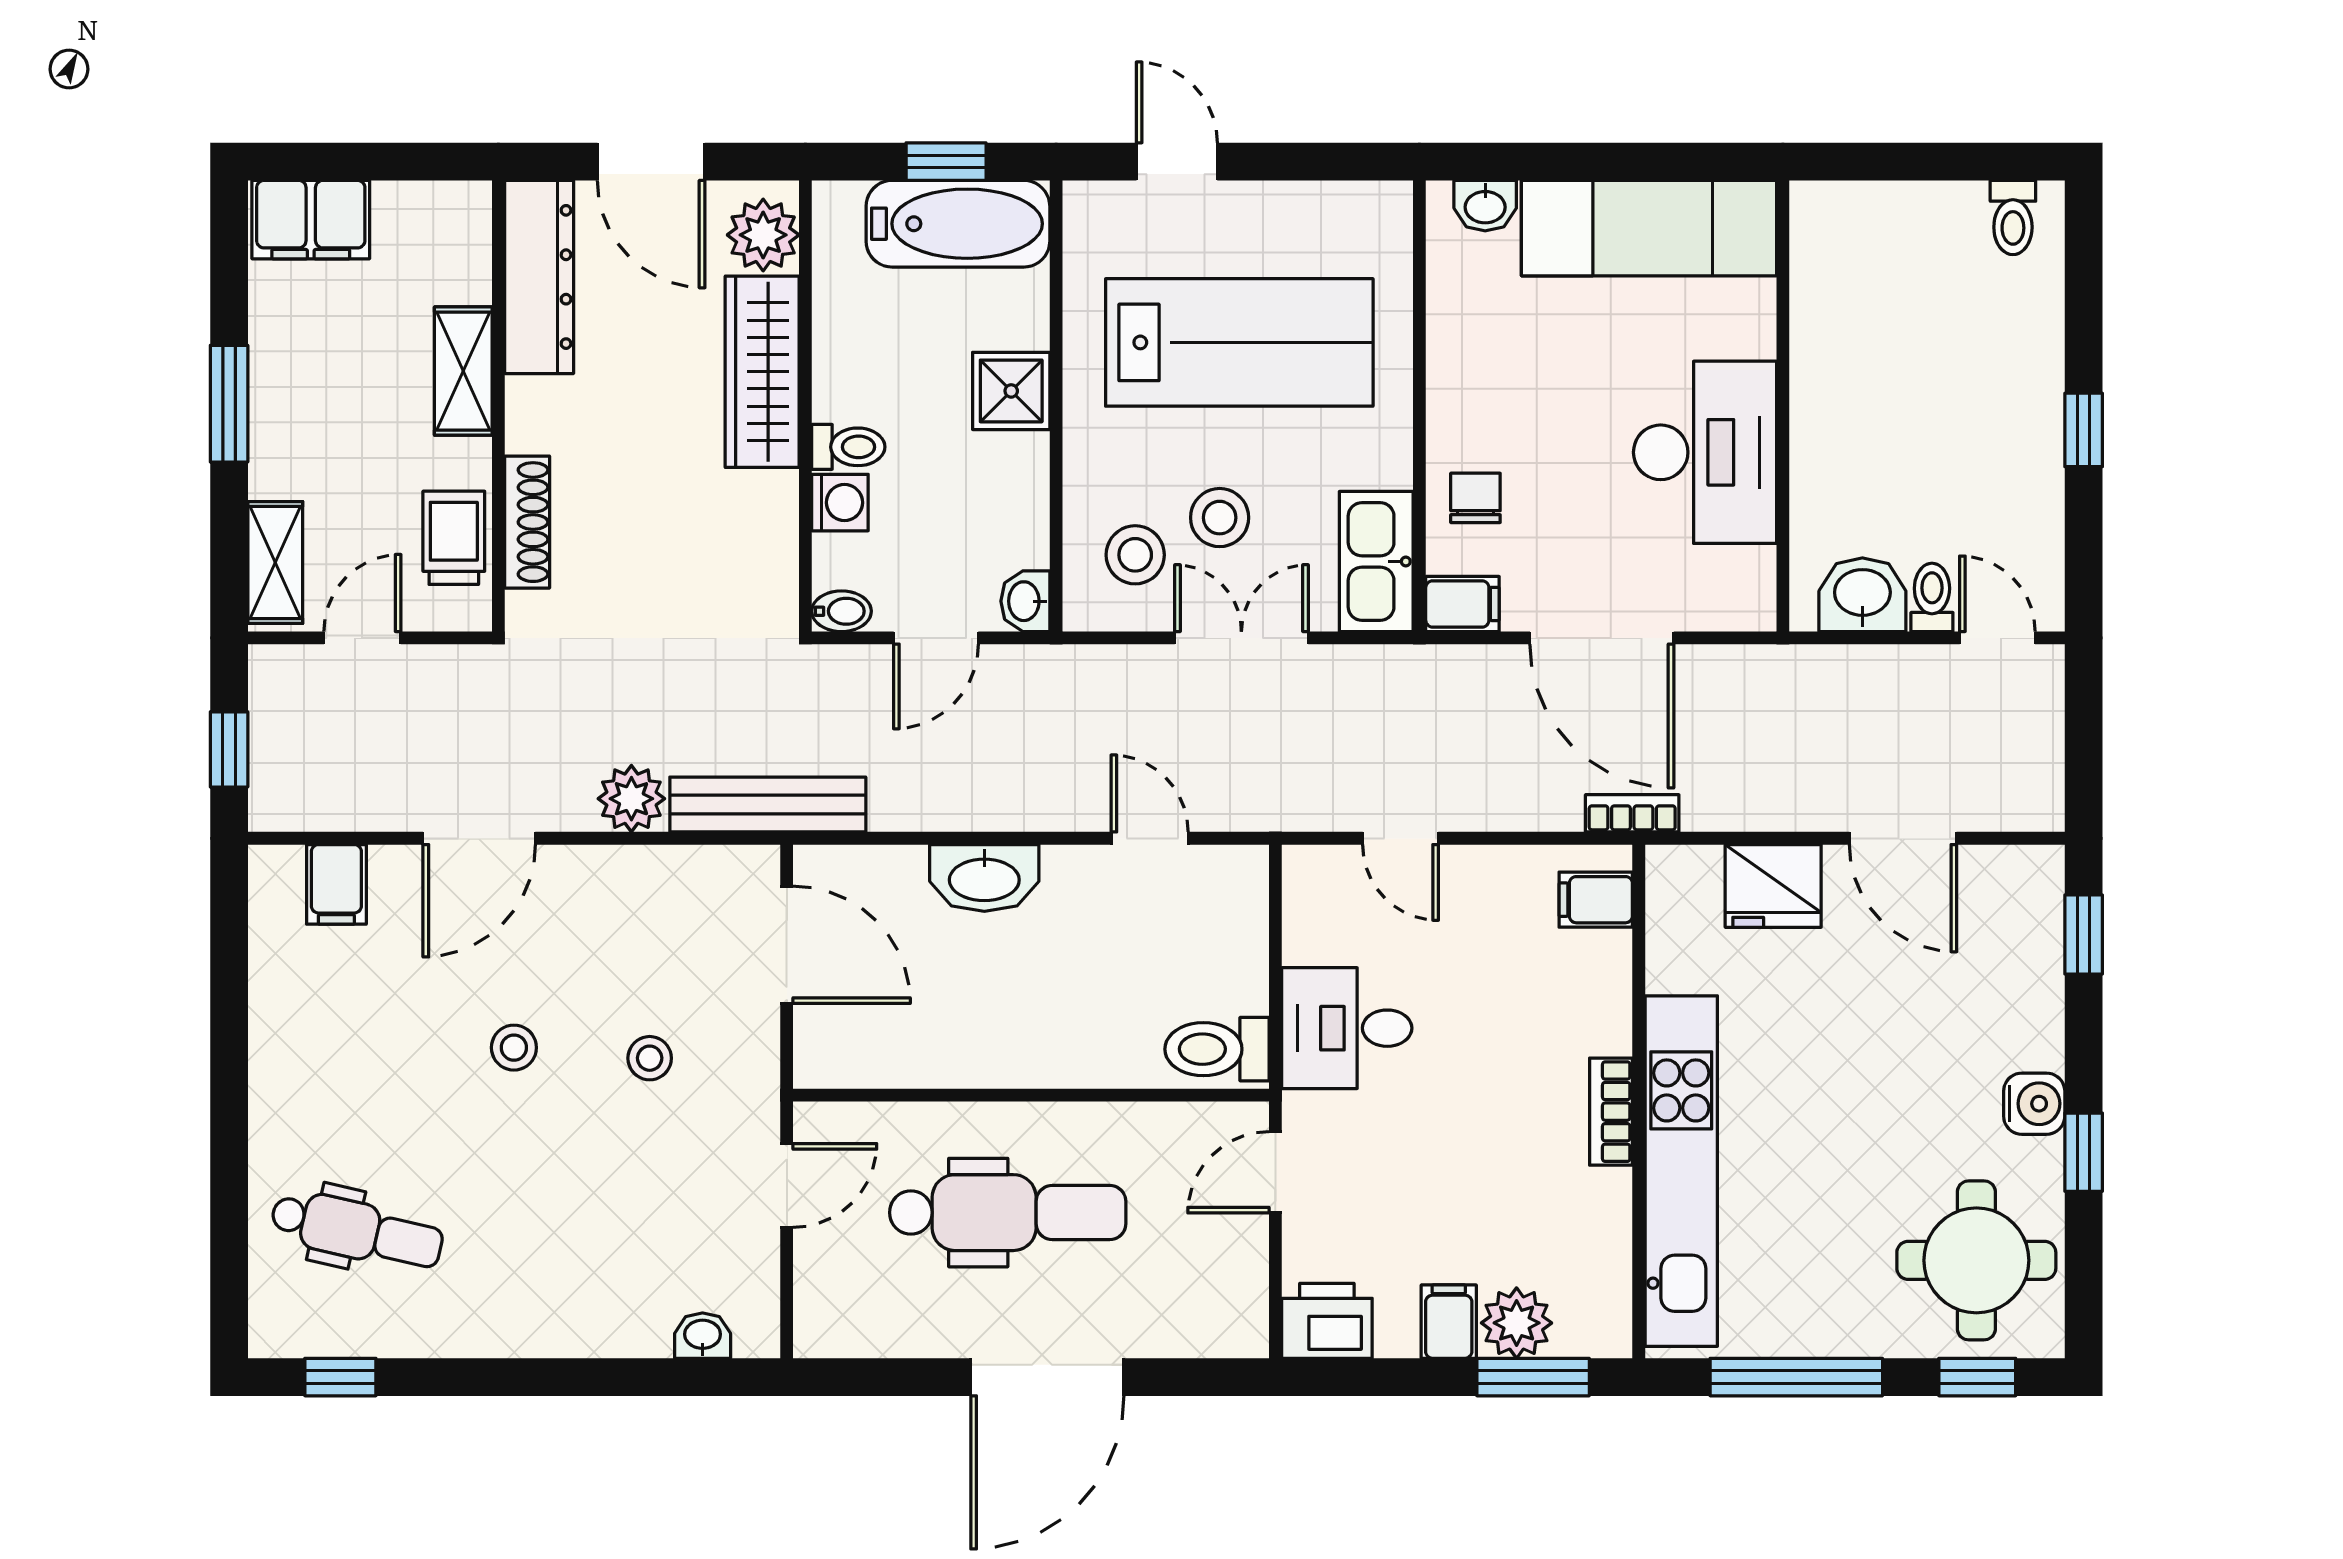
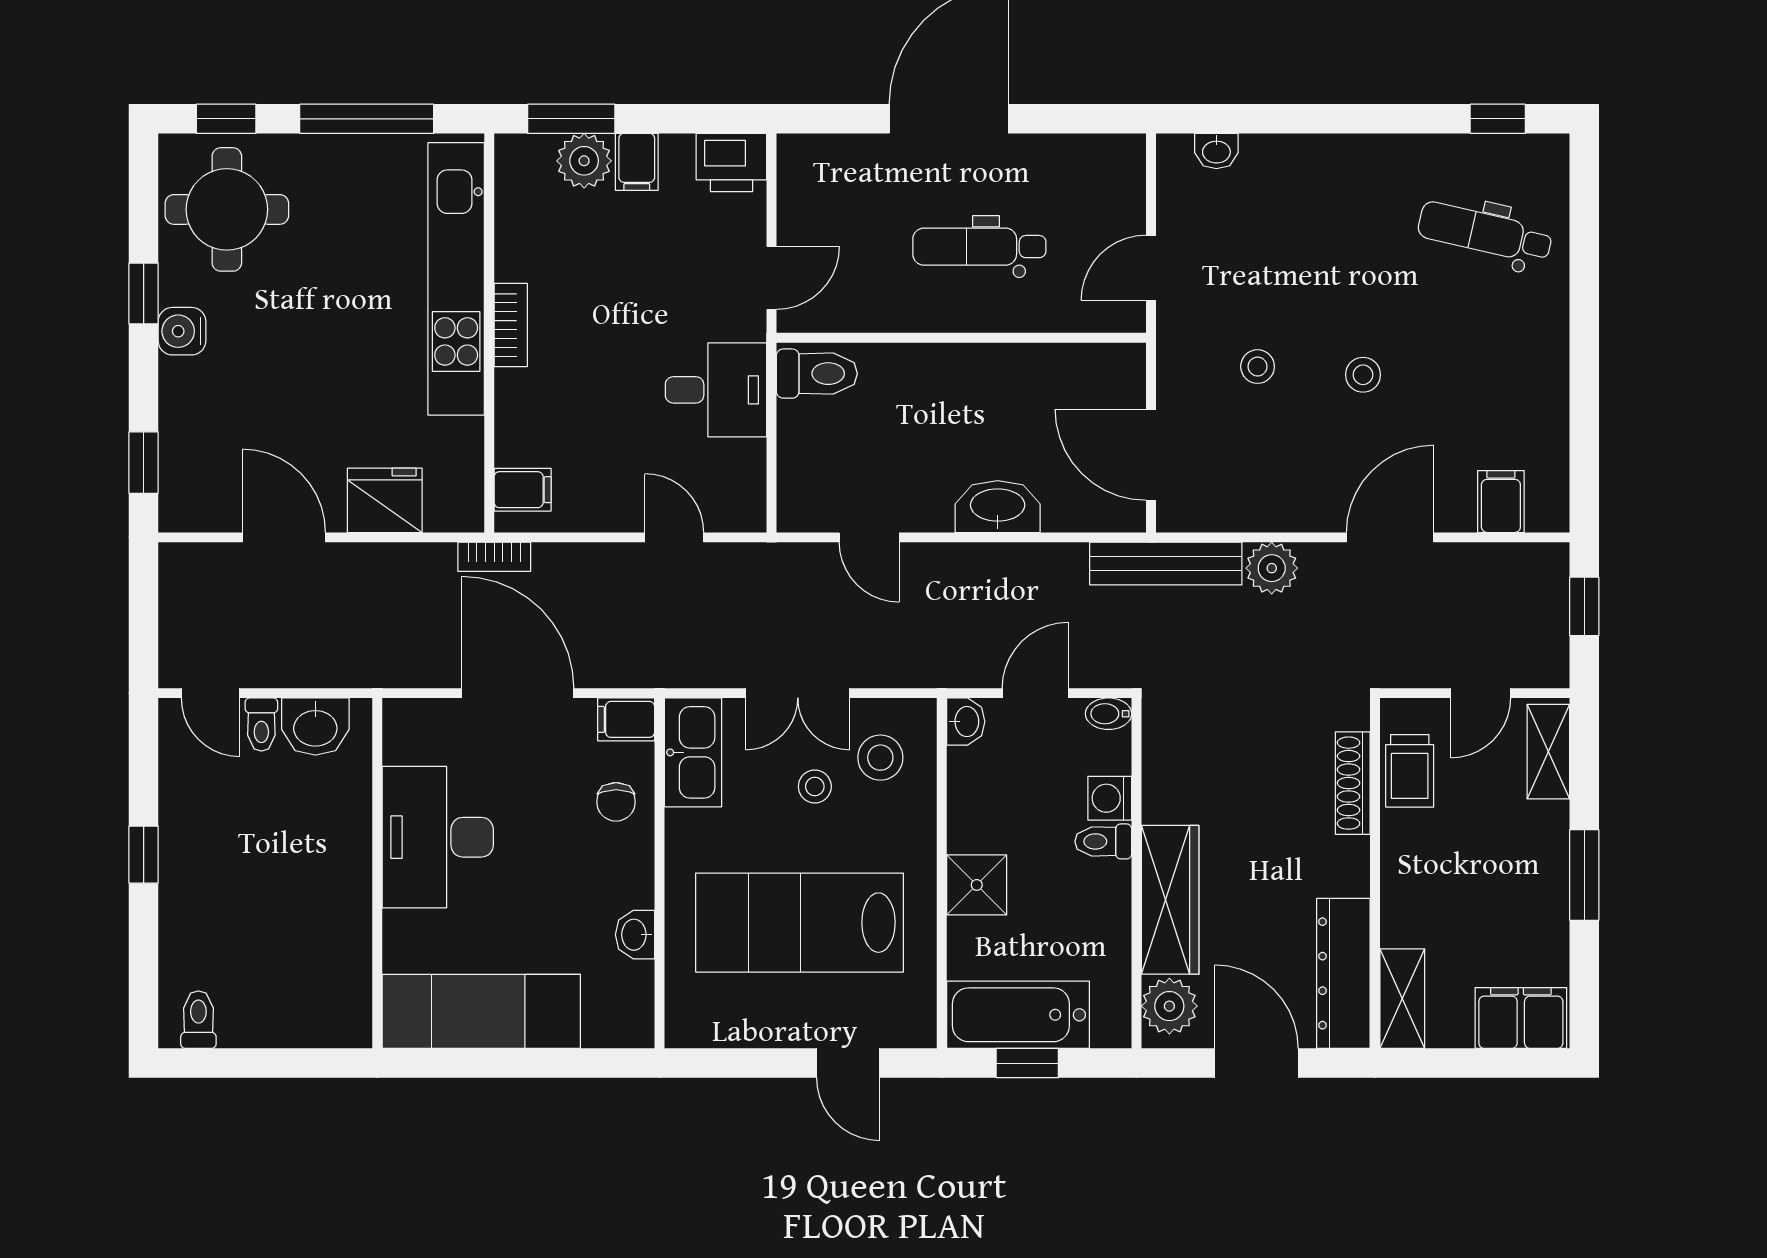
washbasin: (1485, 206) -> (635, 935), moved, turned -90
shelving: (463, 371) -> (1402, 999), moved
stool: (1220, 518) -> (815, 787), width x0.73, depth x0.73
dental chair: (1008, 1213) -> (979, 247), width x0.73, depth x0.72

